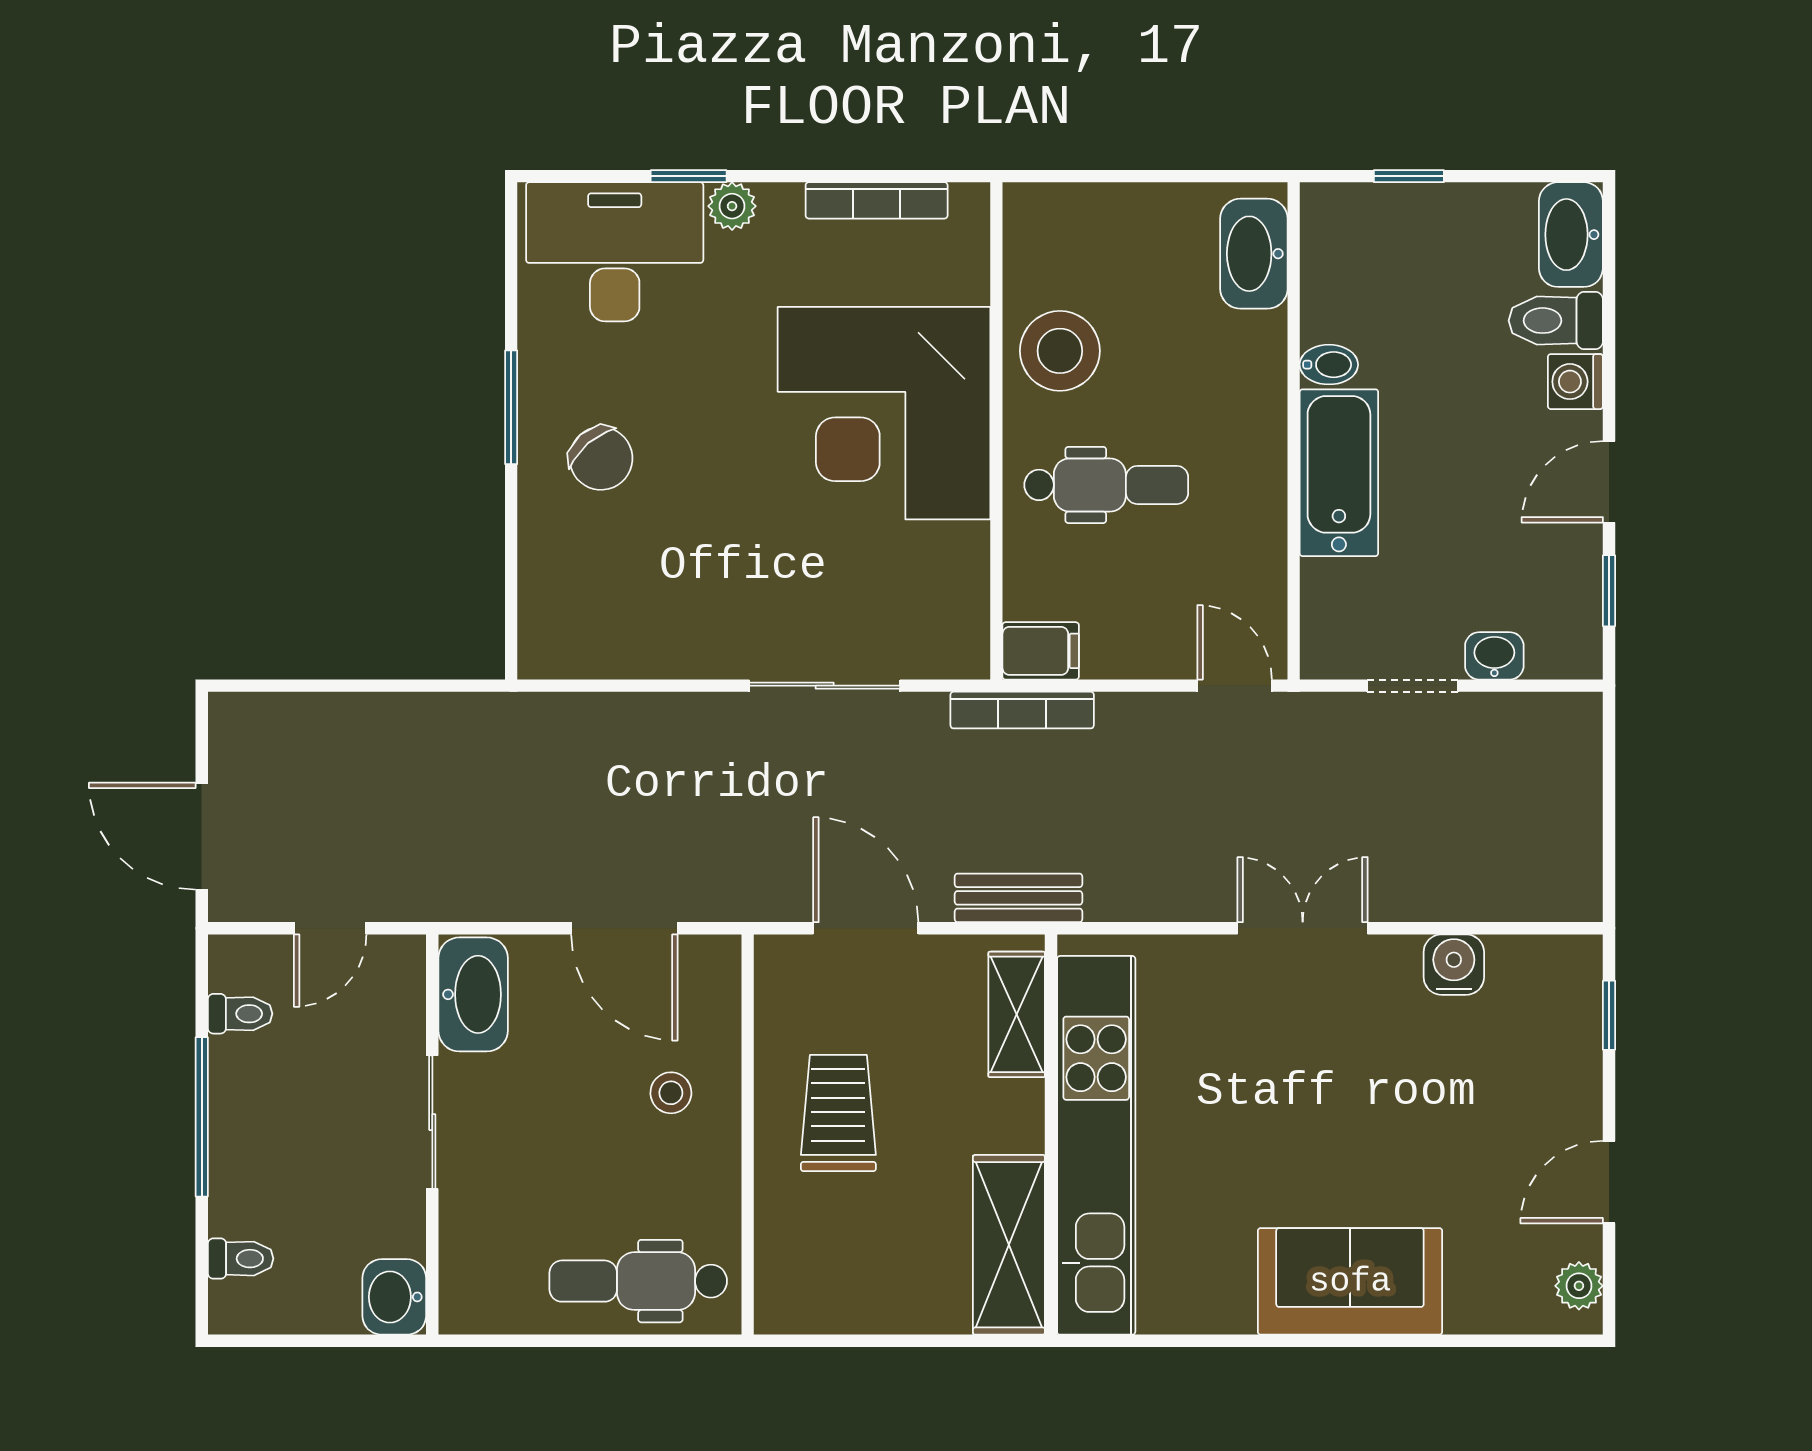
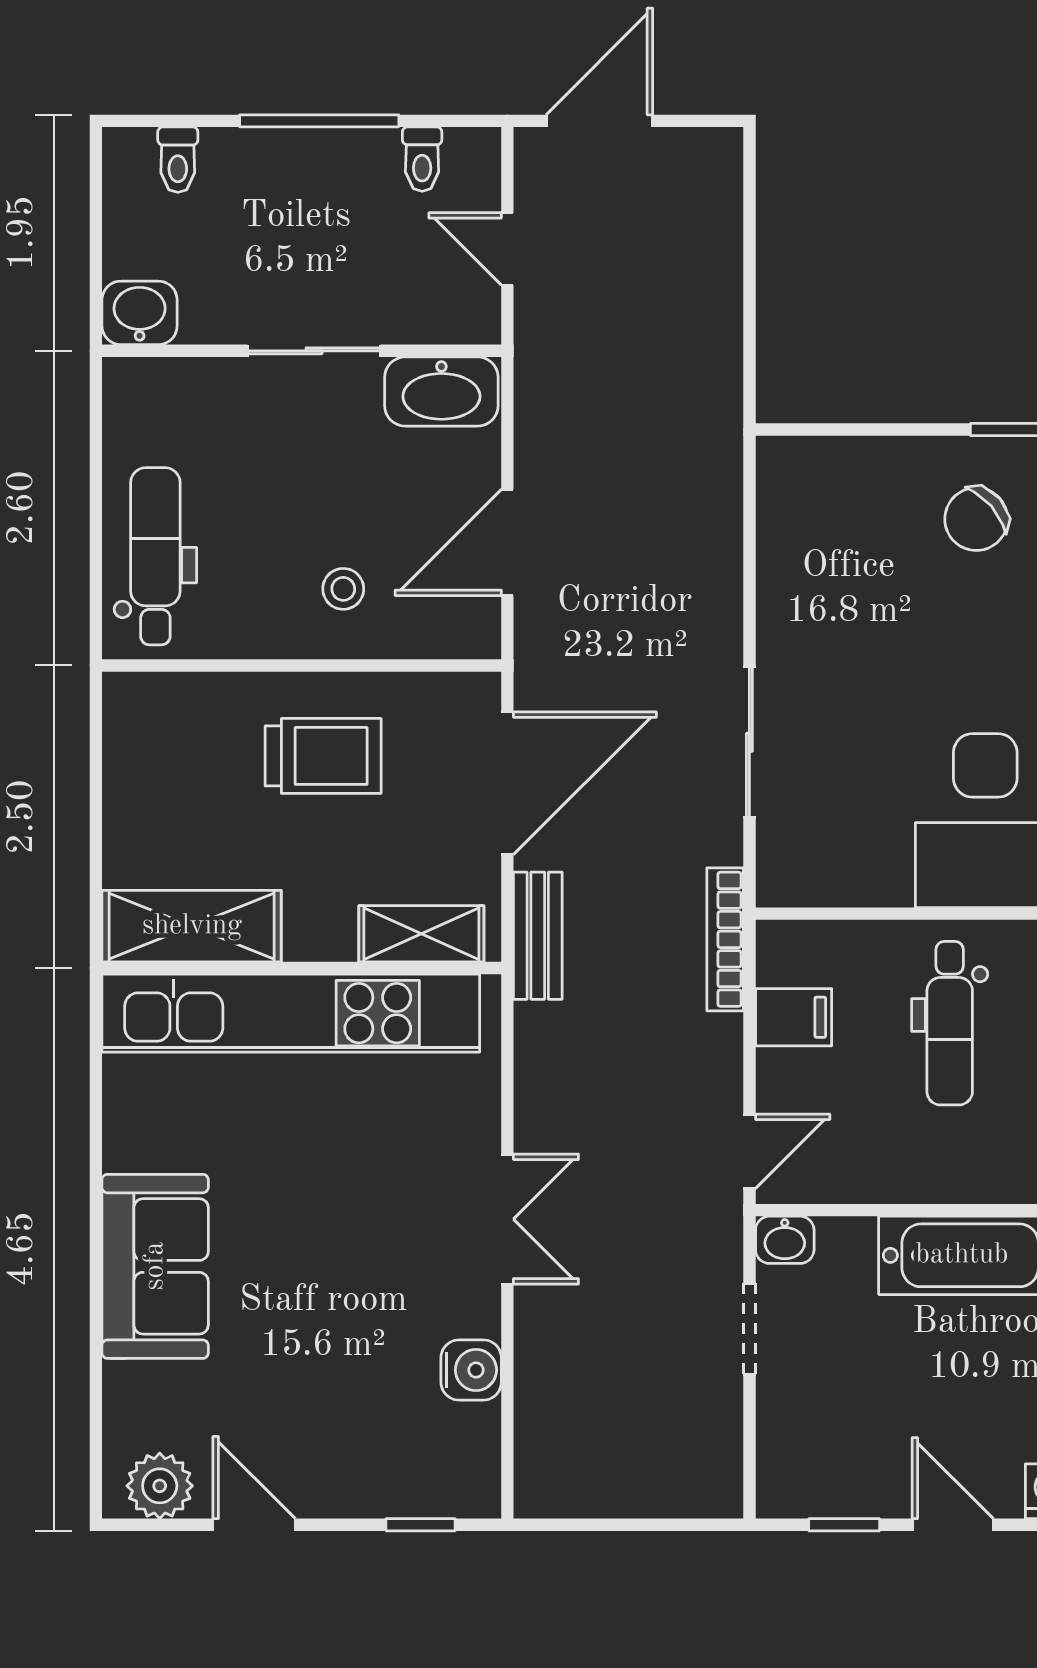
filing cabinet: (1041, 651) -> (794, 1017), moved, turned -90
washbasin: (1494, 656) -> (785, 1240), moved, turned 90
door: (866, 928) -> (507, 783), width x1.36
plant: (1579, 1286) -> (160, 1486), width x1.38, depth x1.38

